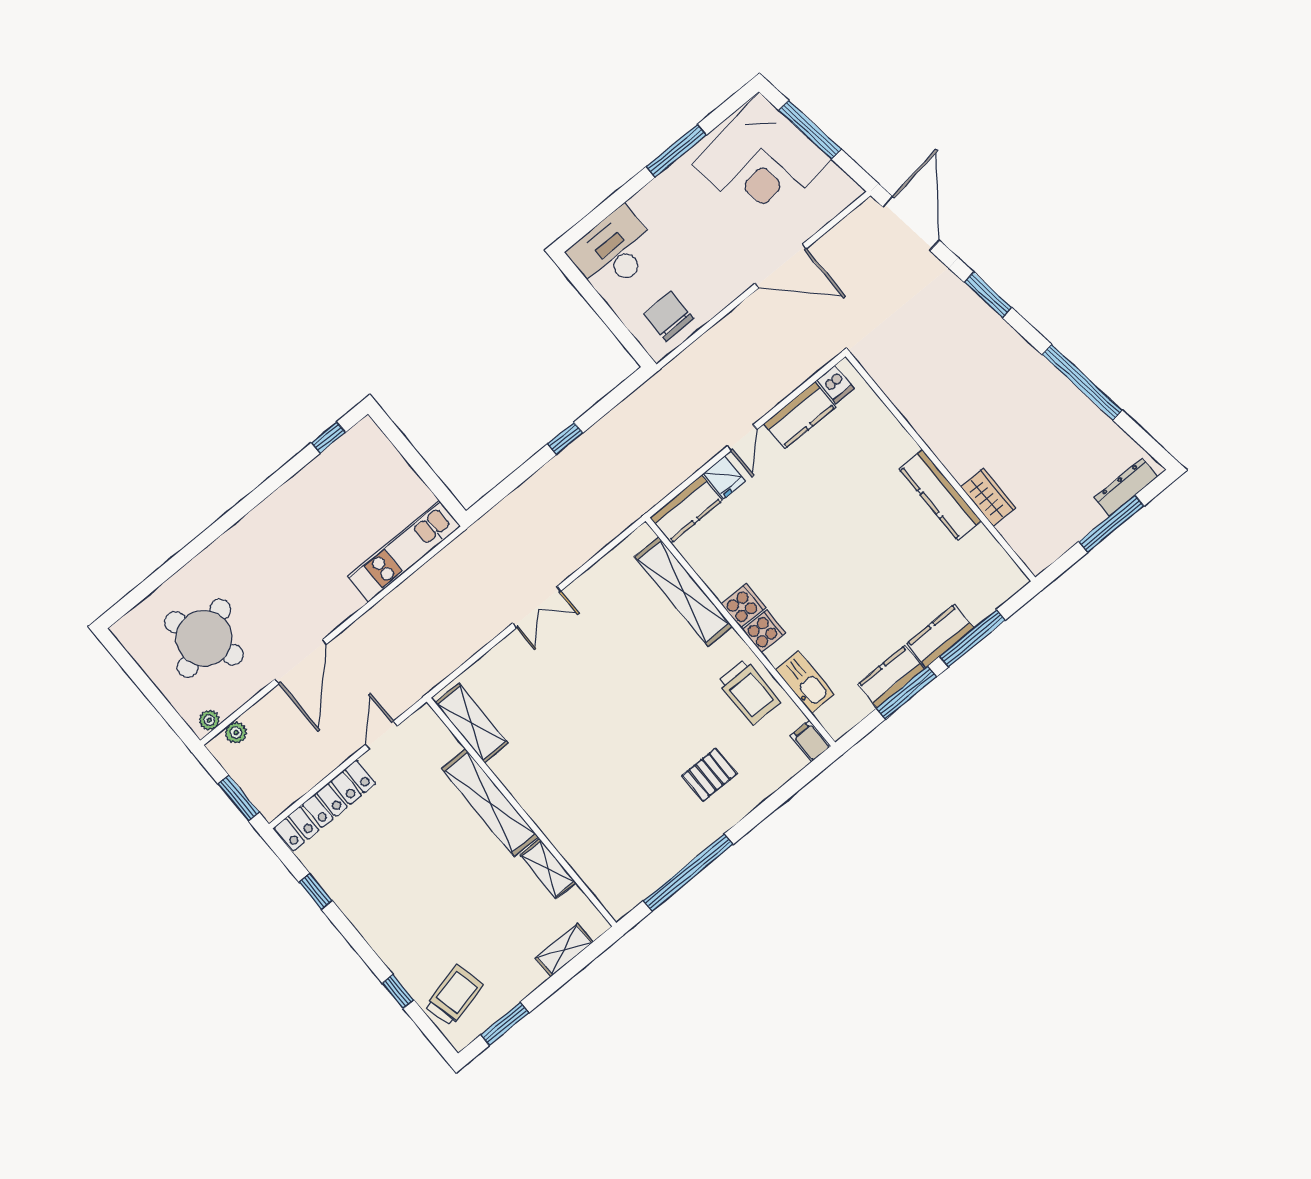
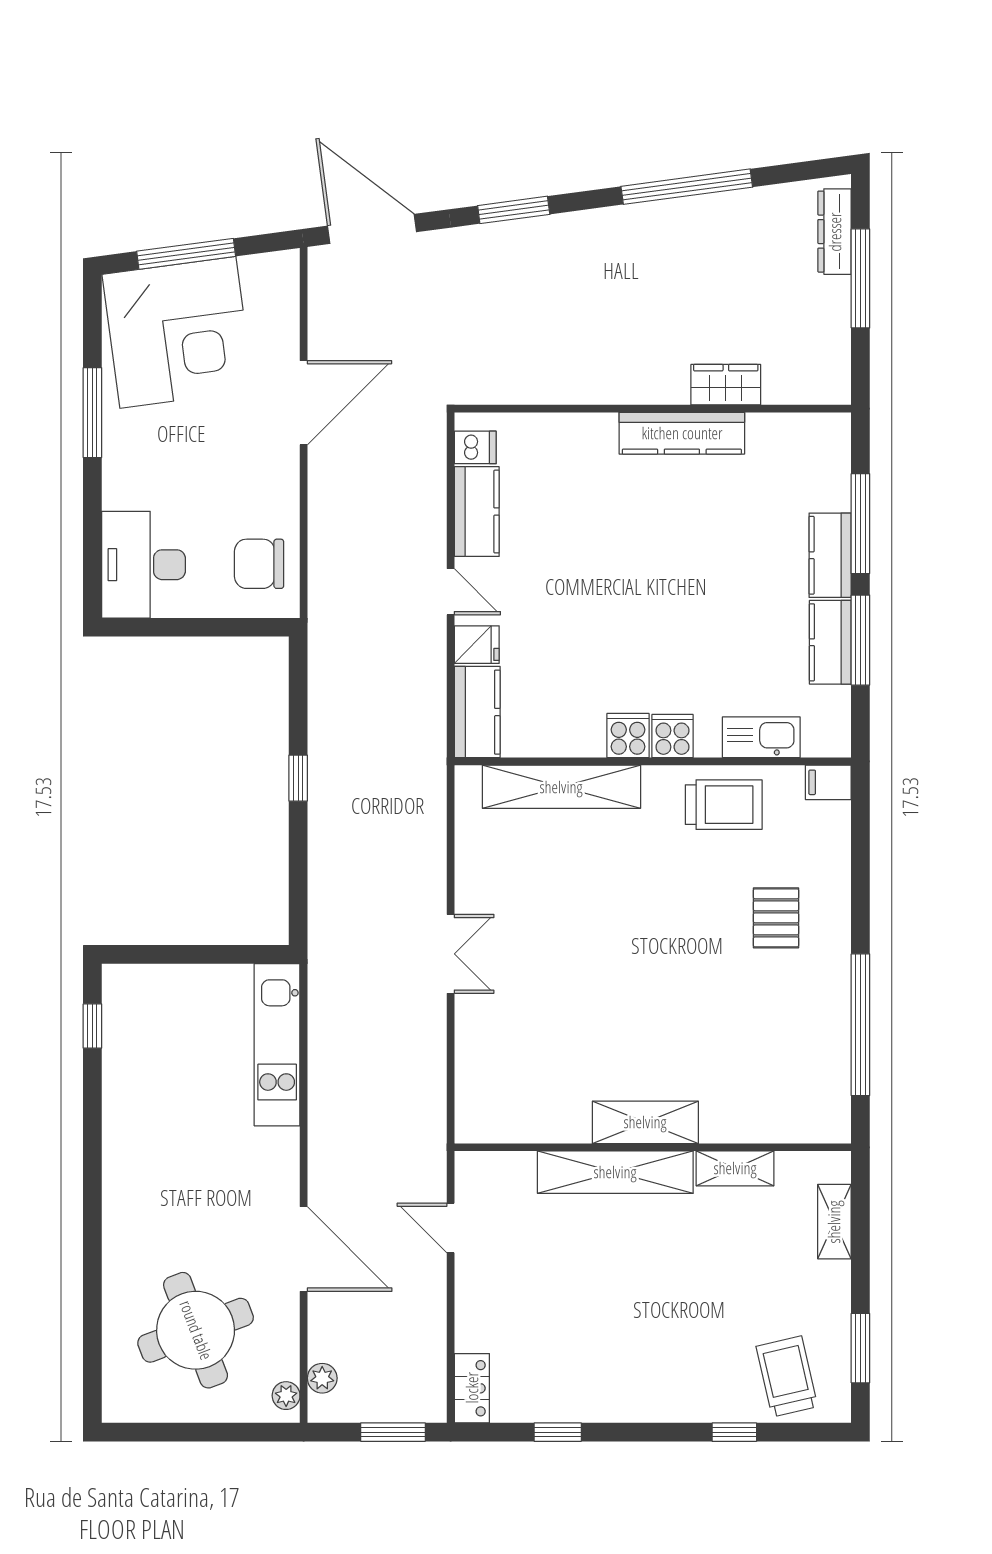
shelving: (472, 723) -> (645, 1122), moved
locker: (325, 805) -> (472, 1388), width x0.46, depth x0.83

